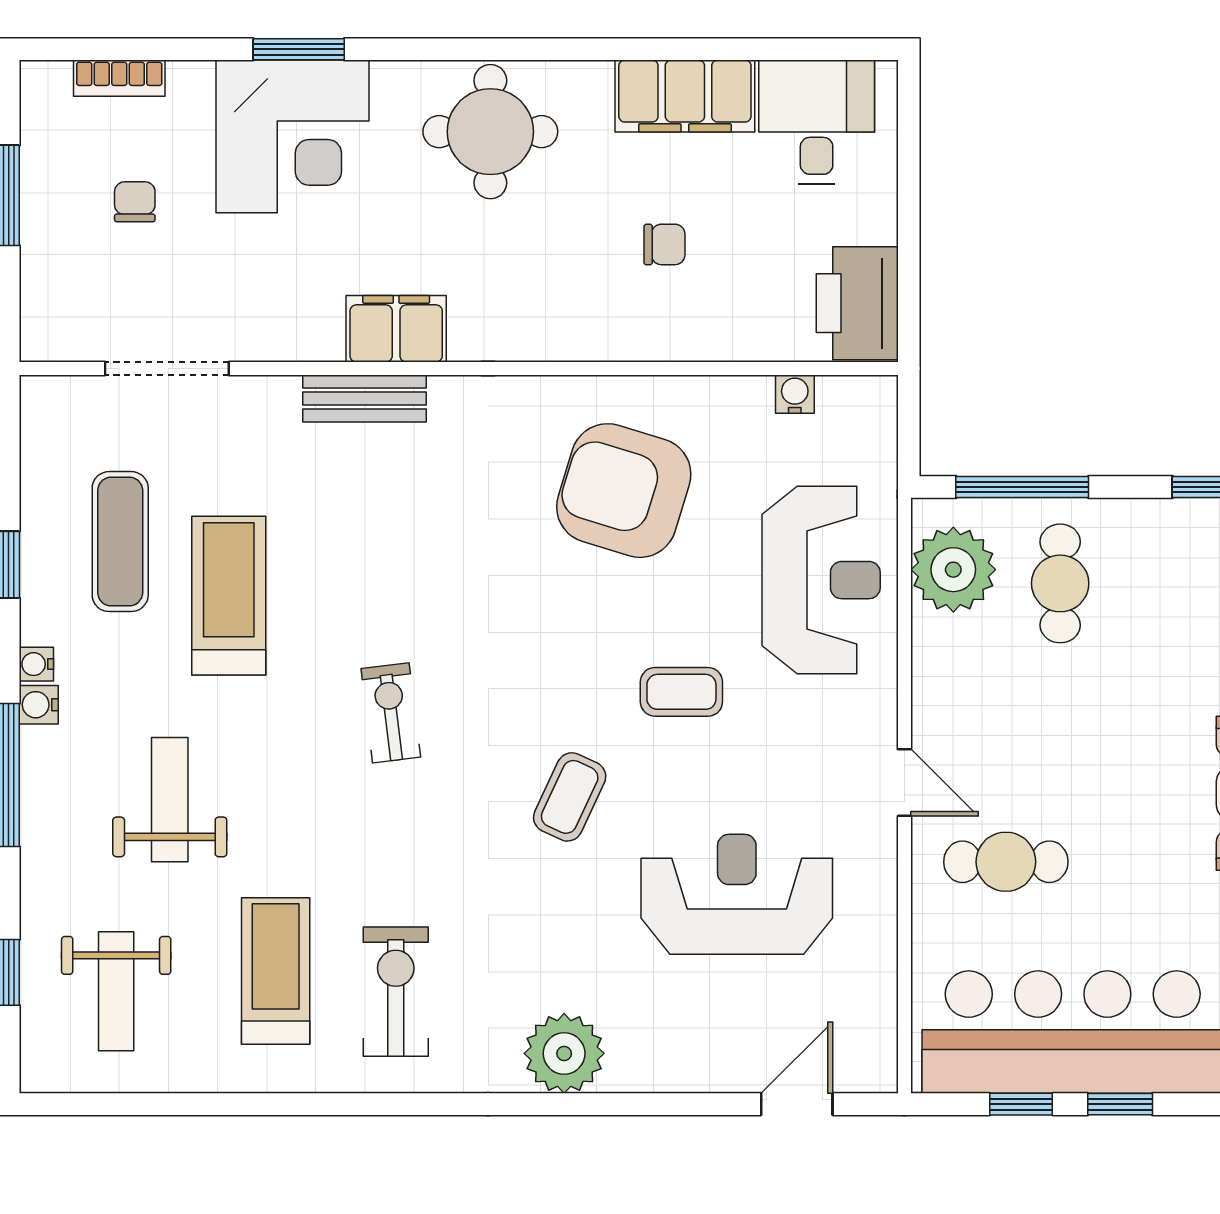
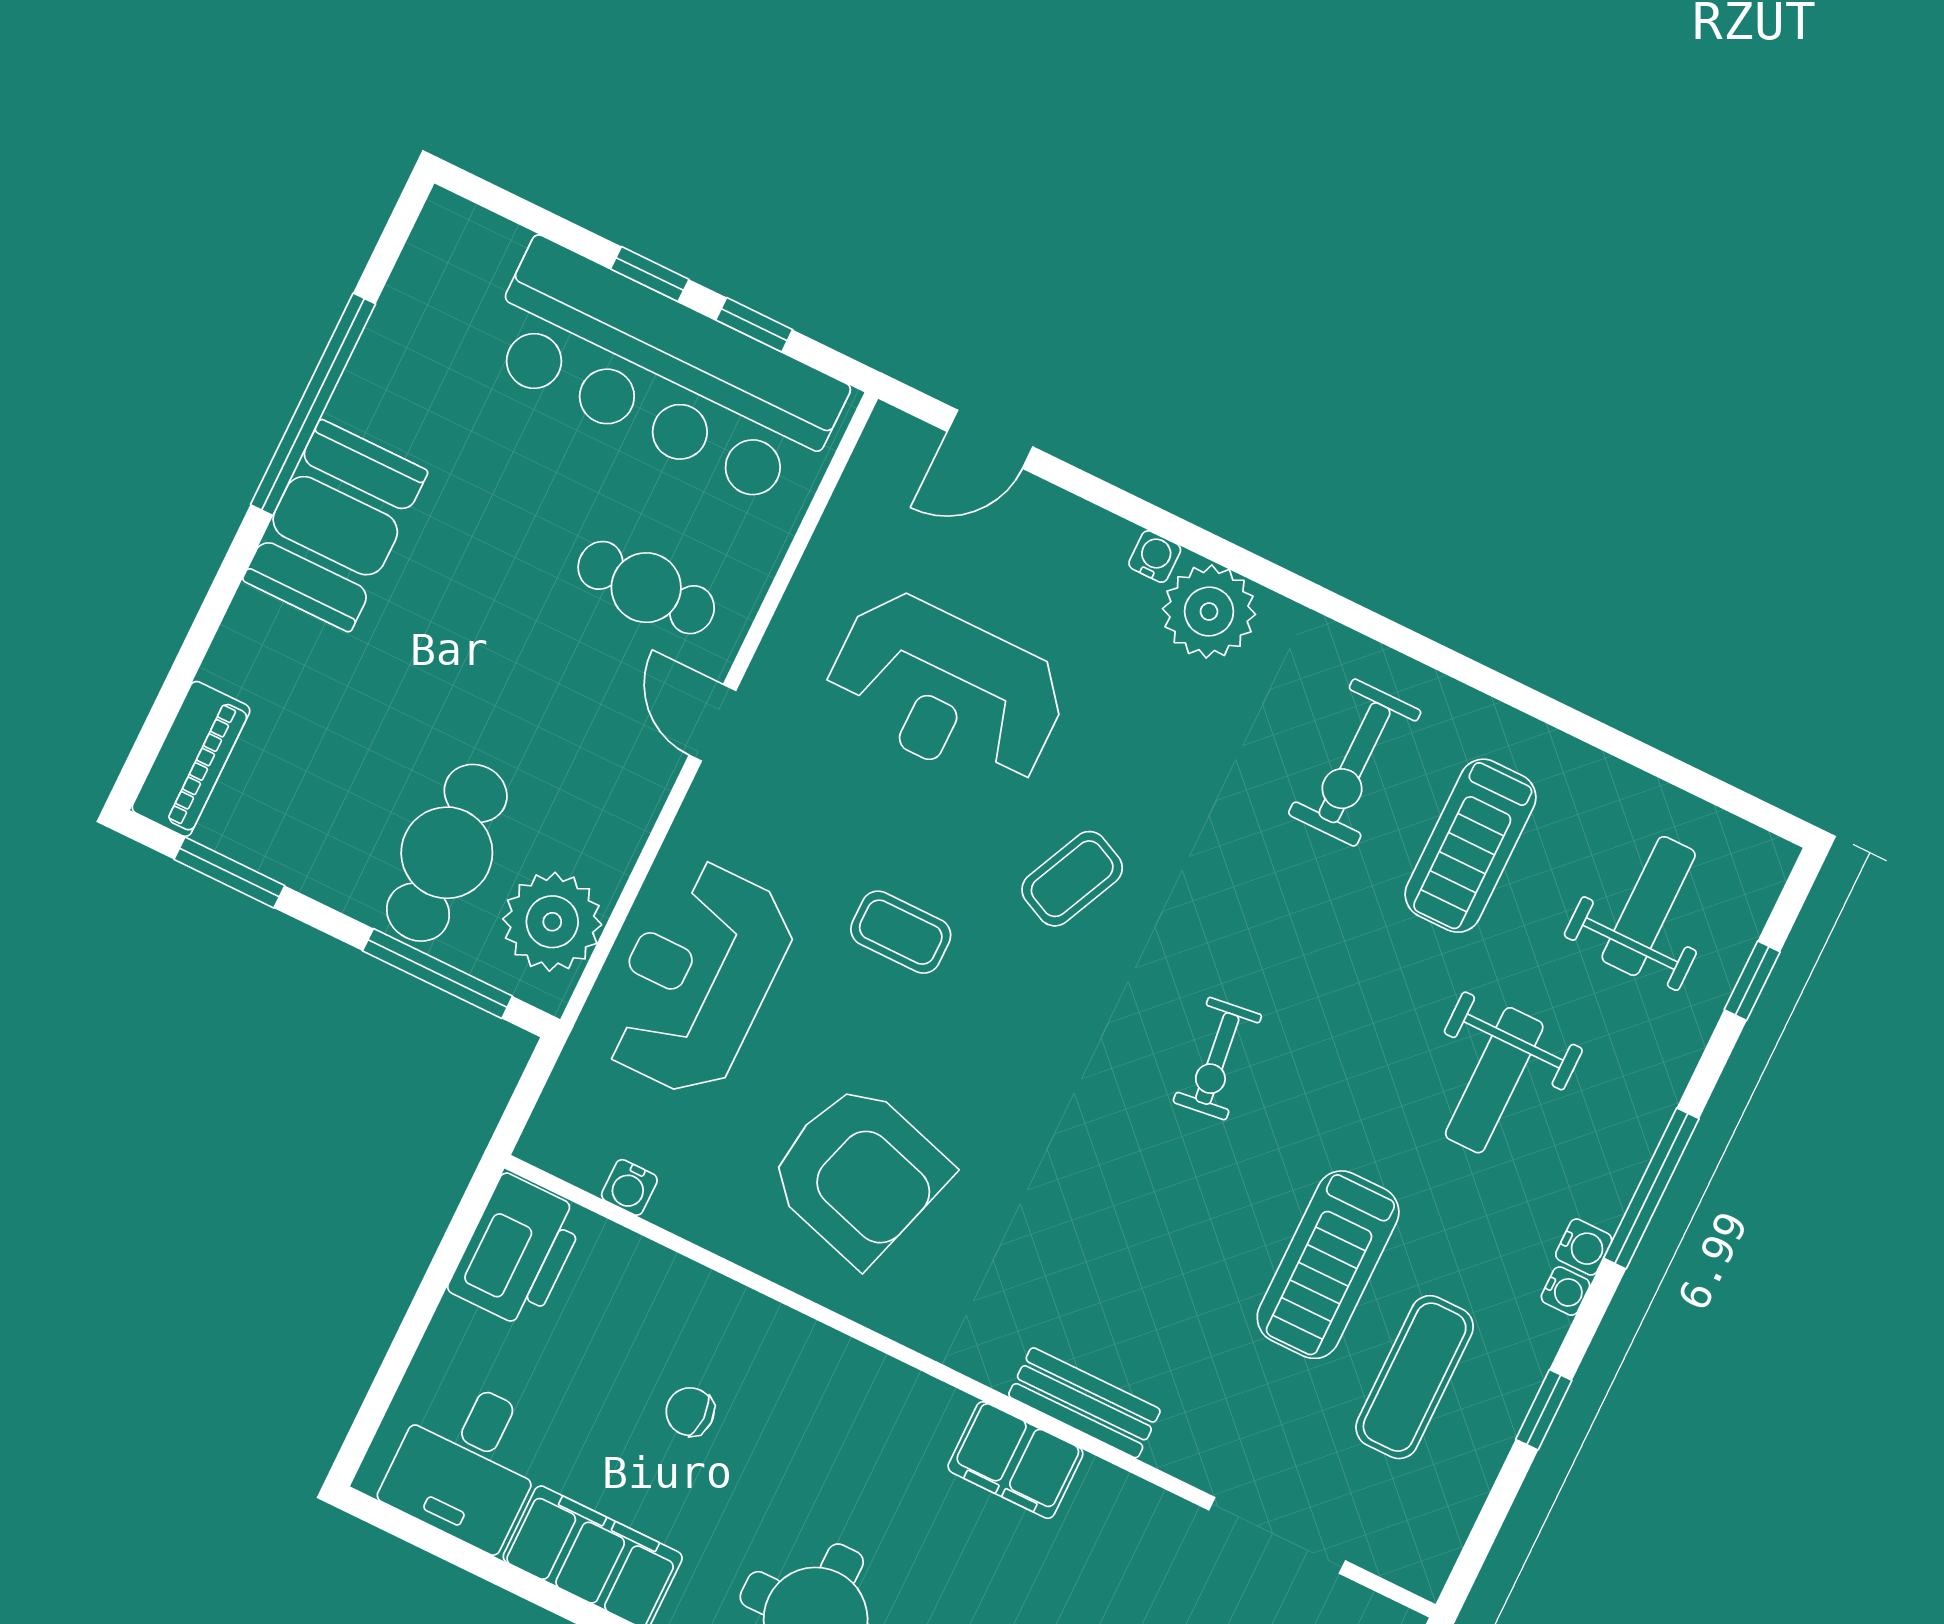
cafe table: (1060, 583) -> (447, 853), width x1.37, depth x1.35
water cooler: (626, 1076) -> (1155, 557), added

